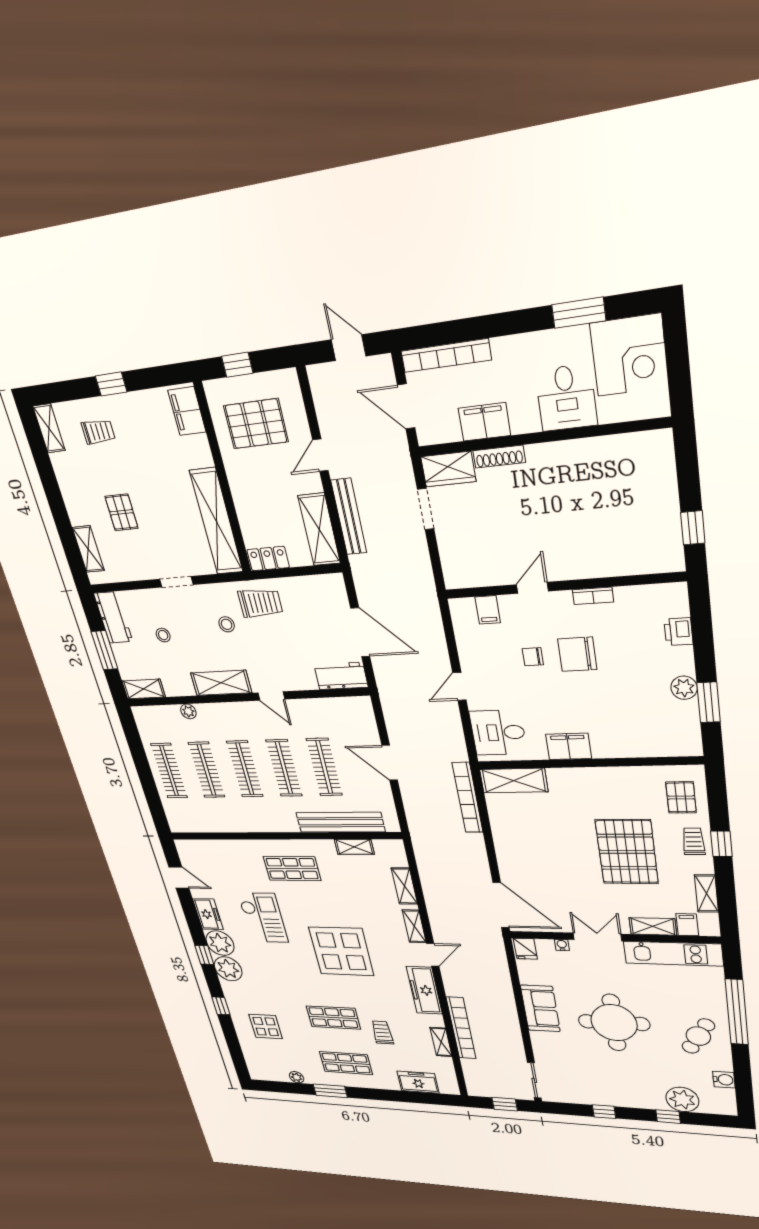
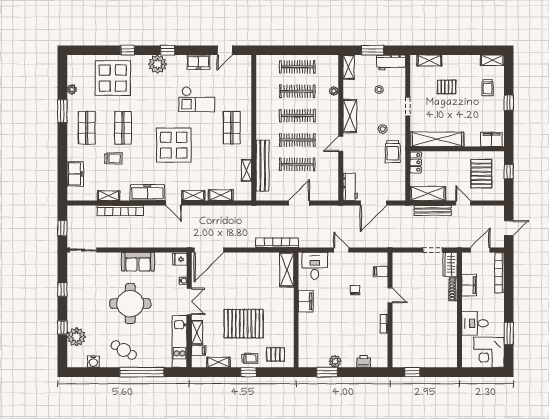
chair: (577, 654) -> (355, 312), removed
plant: (220, 943) -> (177, 64), removed
display table: (266, 1027) -> (113, 78), width x1.86, depth x1.86

